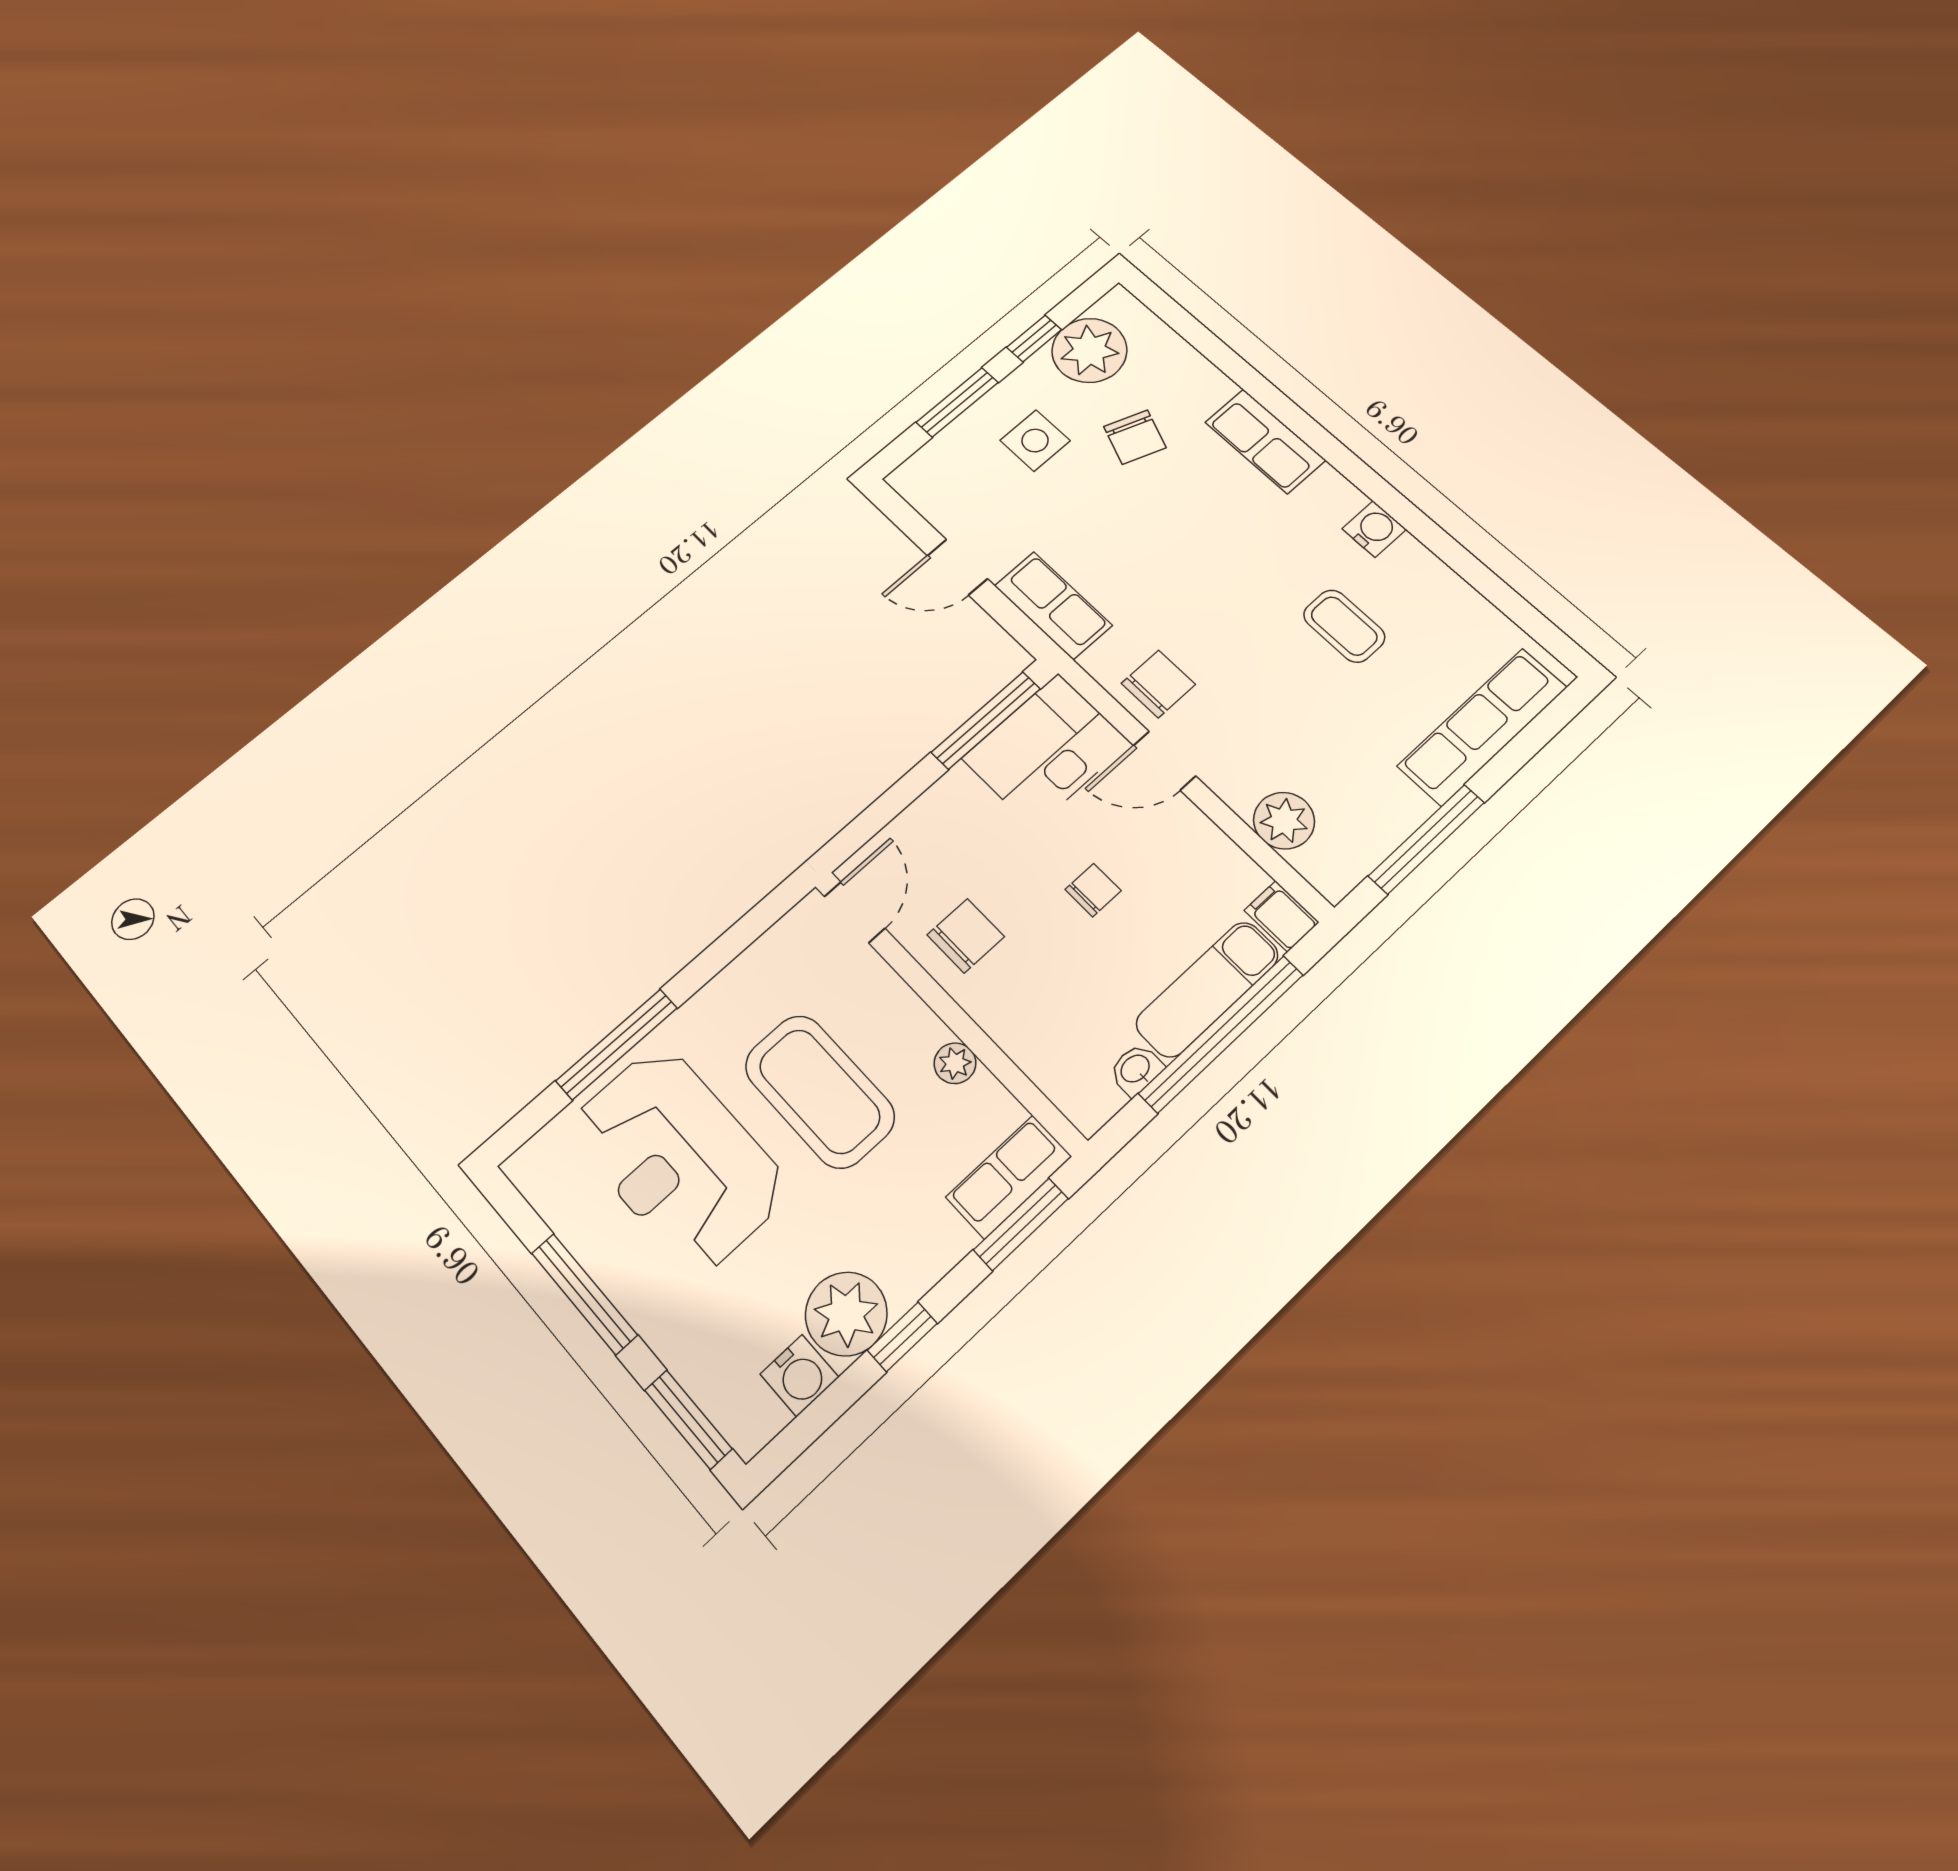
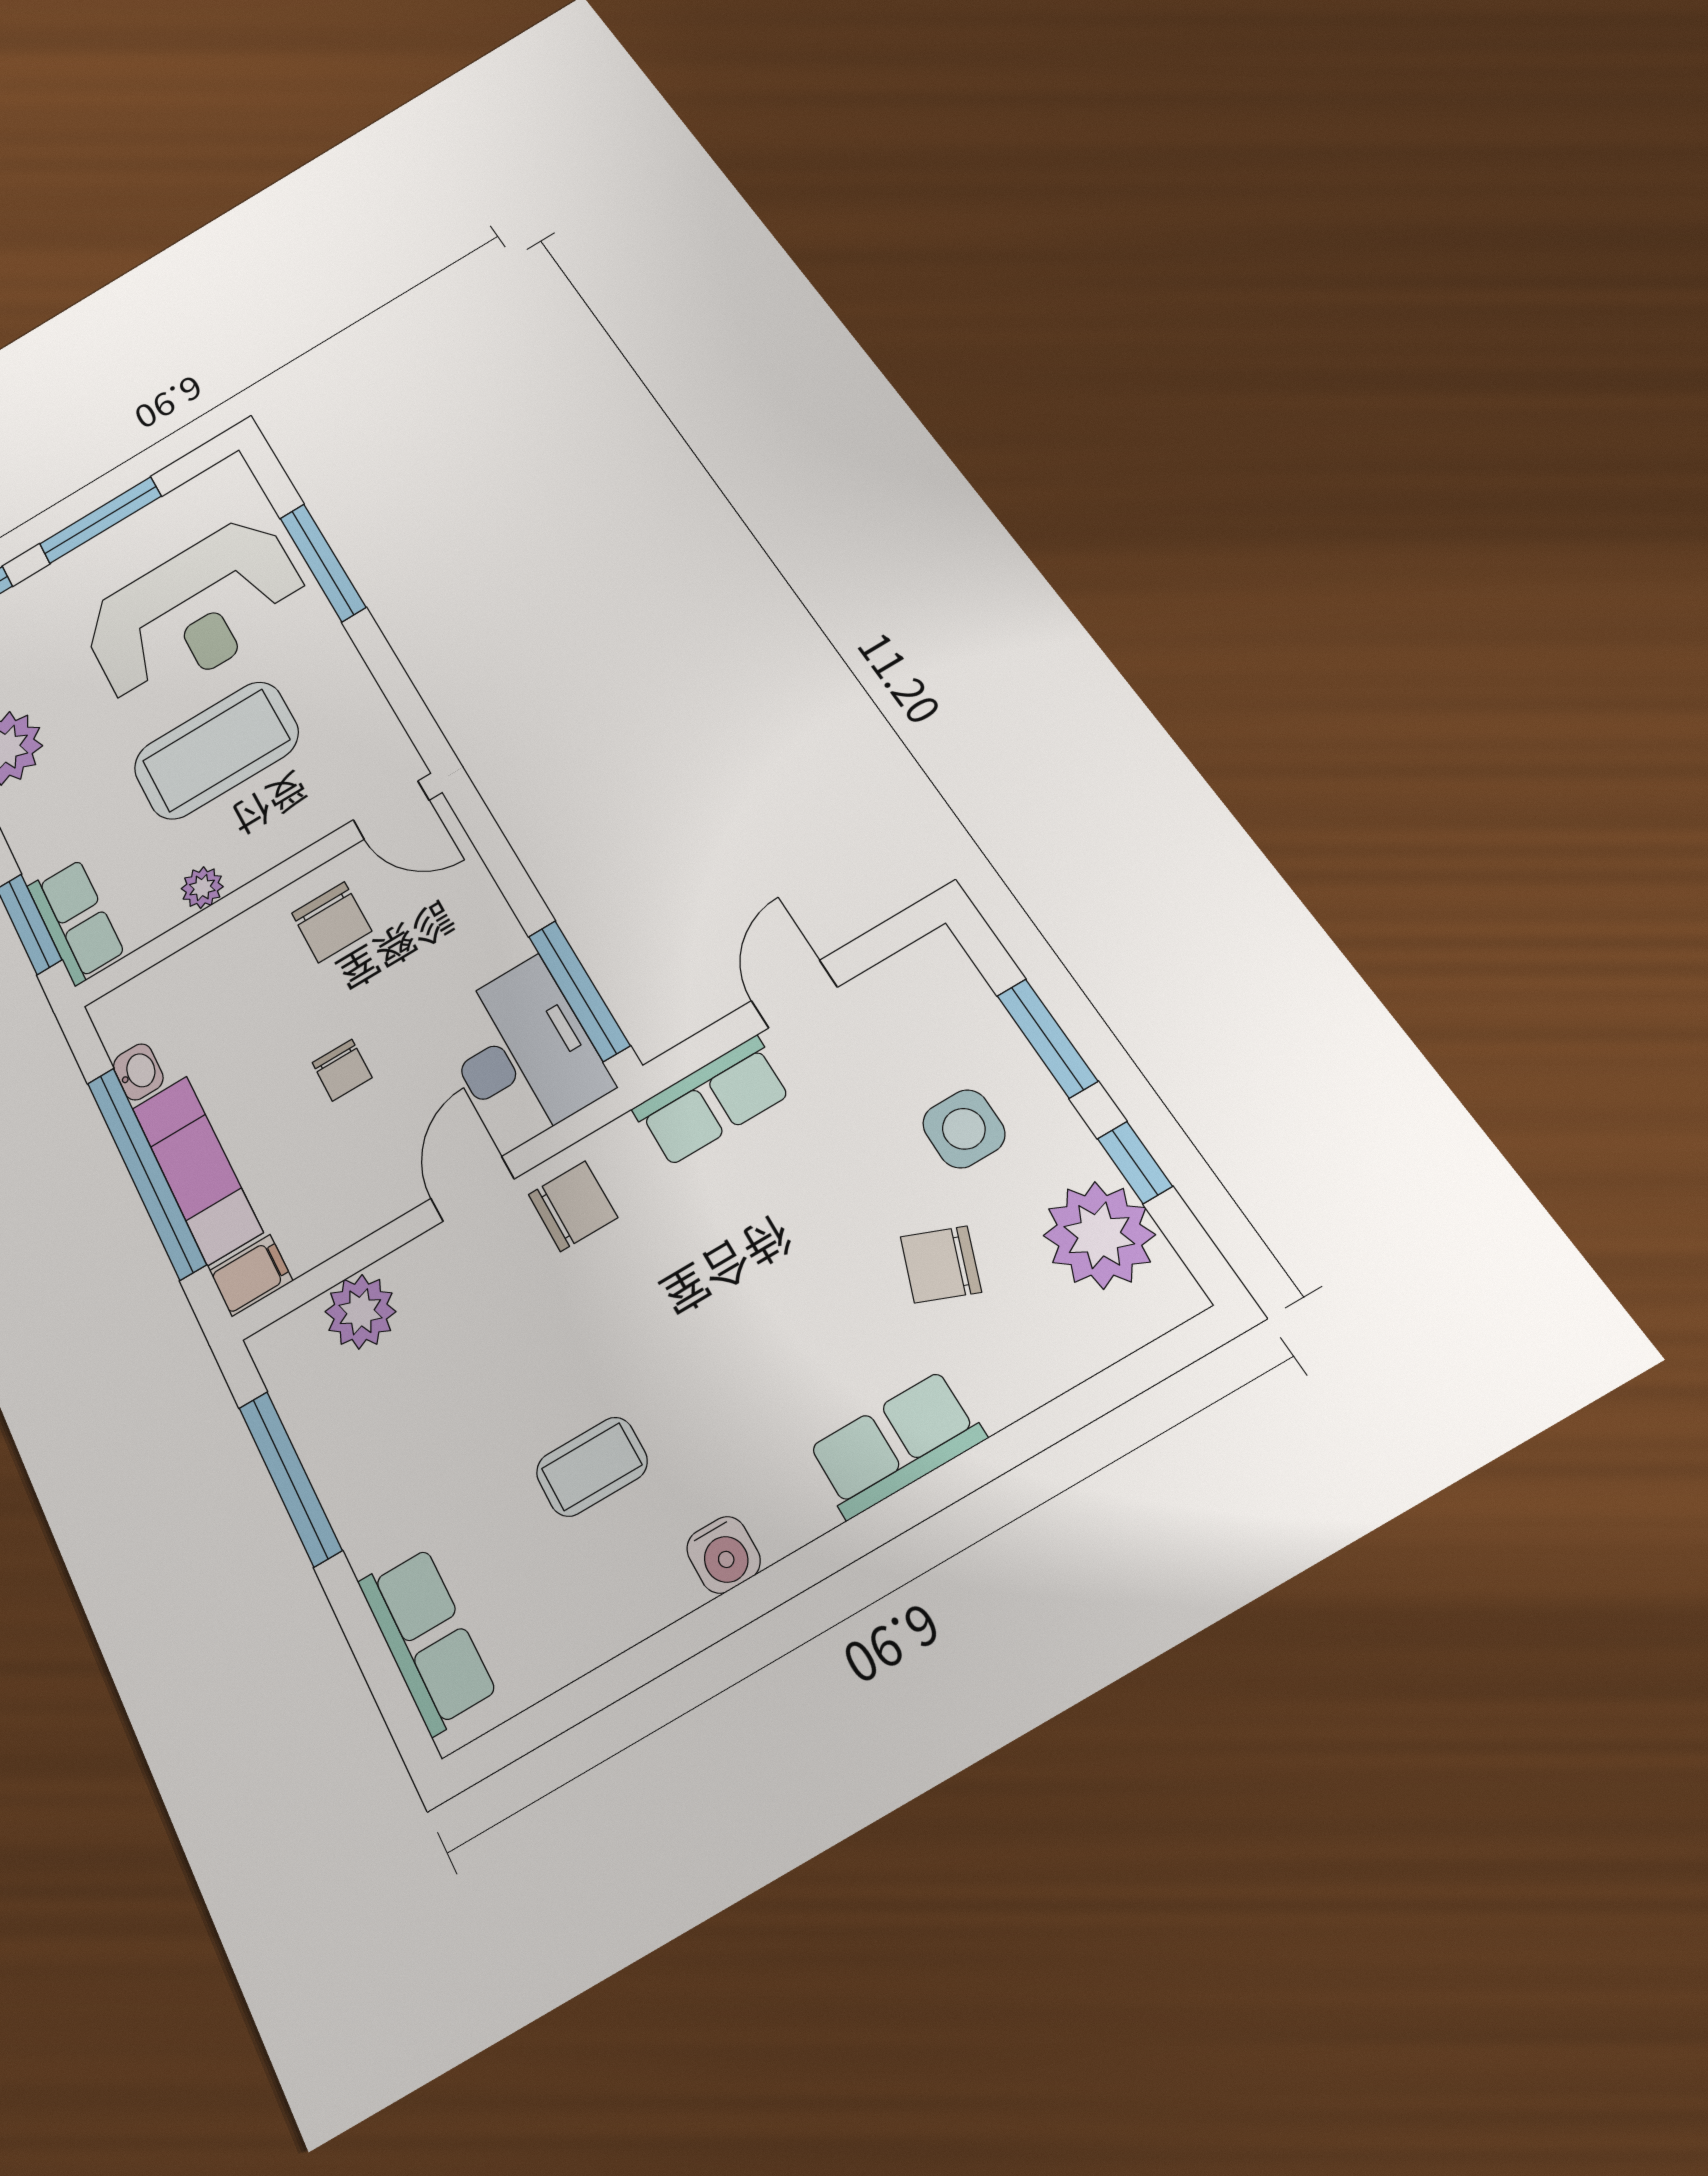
chair: (1158, 684) -> (573, 1206), turned -90
row of seats: (1482, 727) -> (428, 1639), width x0.68
reception desk: (679, 1158) -> (194, 612), turned 180

